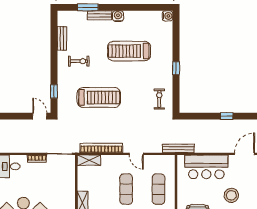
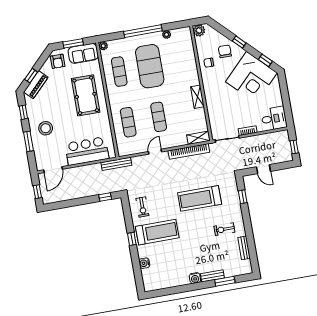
water cooler: (168, 16) -> (144, 263), moved
treadmill: (129, 51) -> (157, 232), moved
door: (40, 116) -> (263, 169), moved
window: (227, 116) -> (105, 197), moved
door: (136, 154) -> (155, 152), hinge flipped
stool: (231, 195) -> (46, 128), moved

